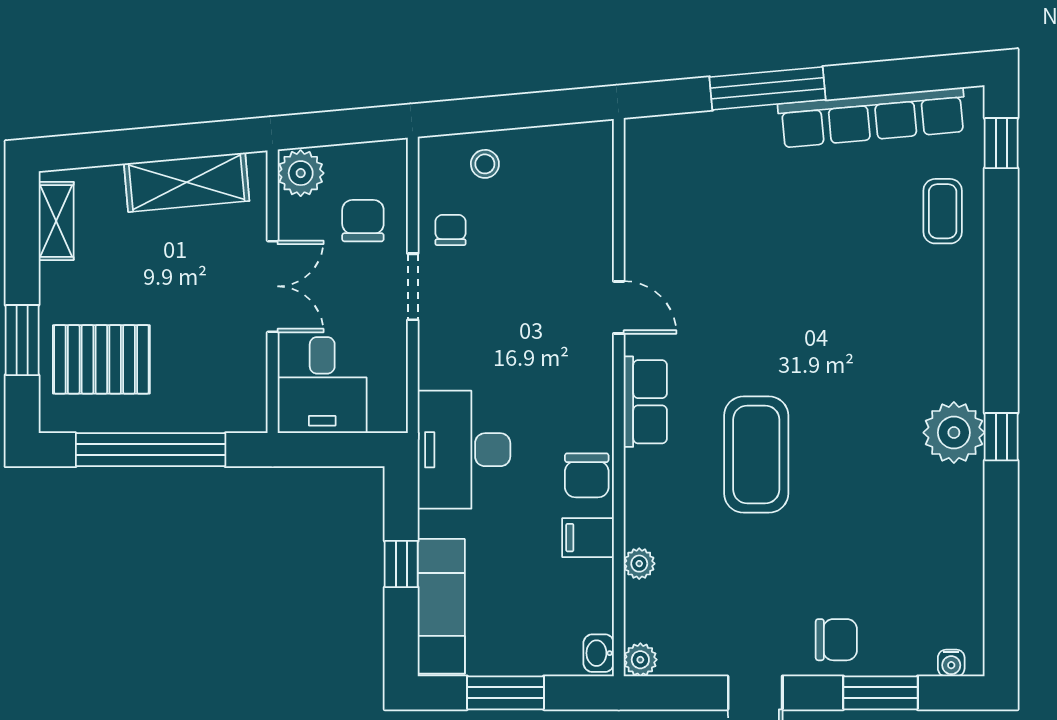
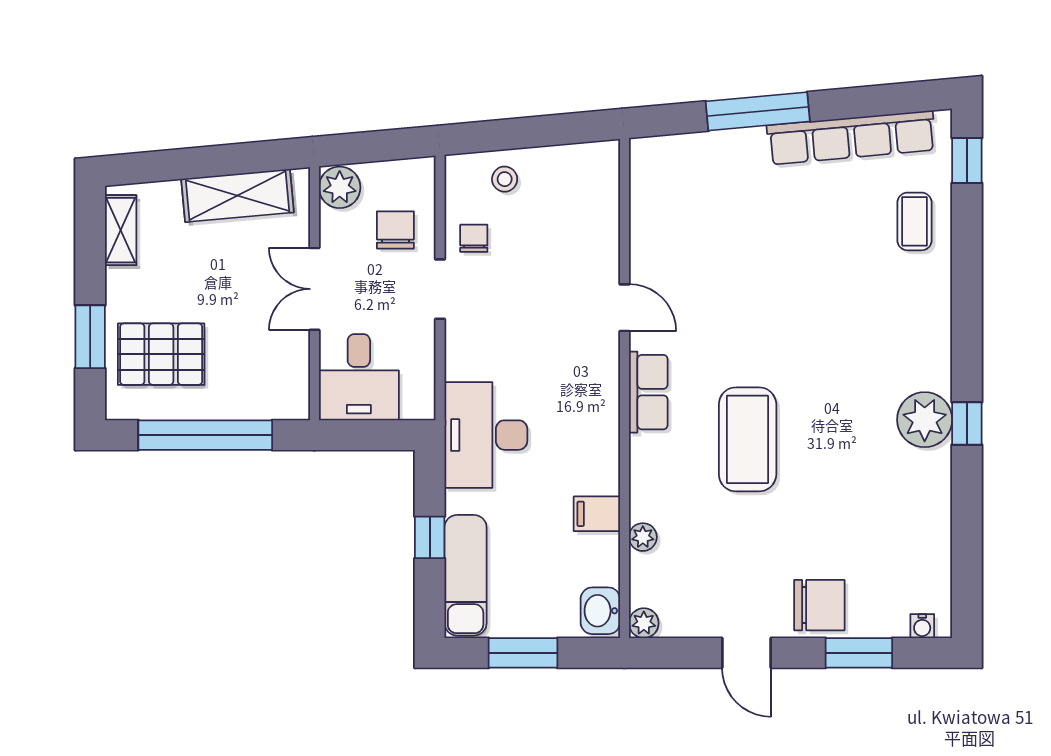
double door: (273, 286) -> (314, 289), swing flipped
chair: (587, 475) -> (596, 458), removed
chair: (836, 640) -> (819, 605), width x1.37, depth x1.37
washbasin: (599, 653) -> (600, 611), width x1.38, depth x1.45

